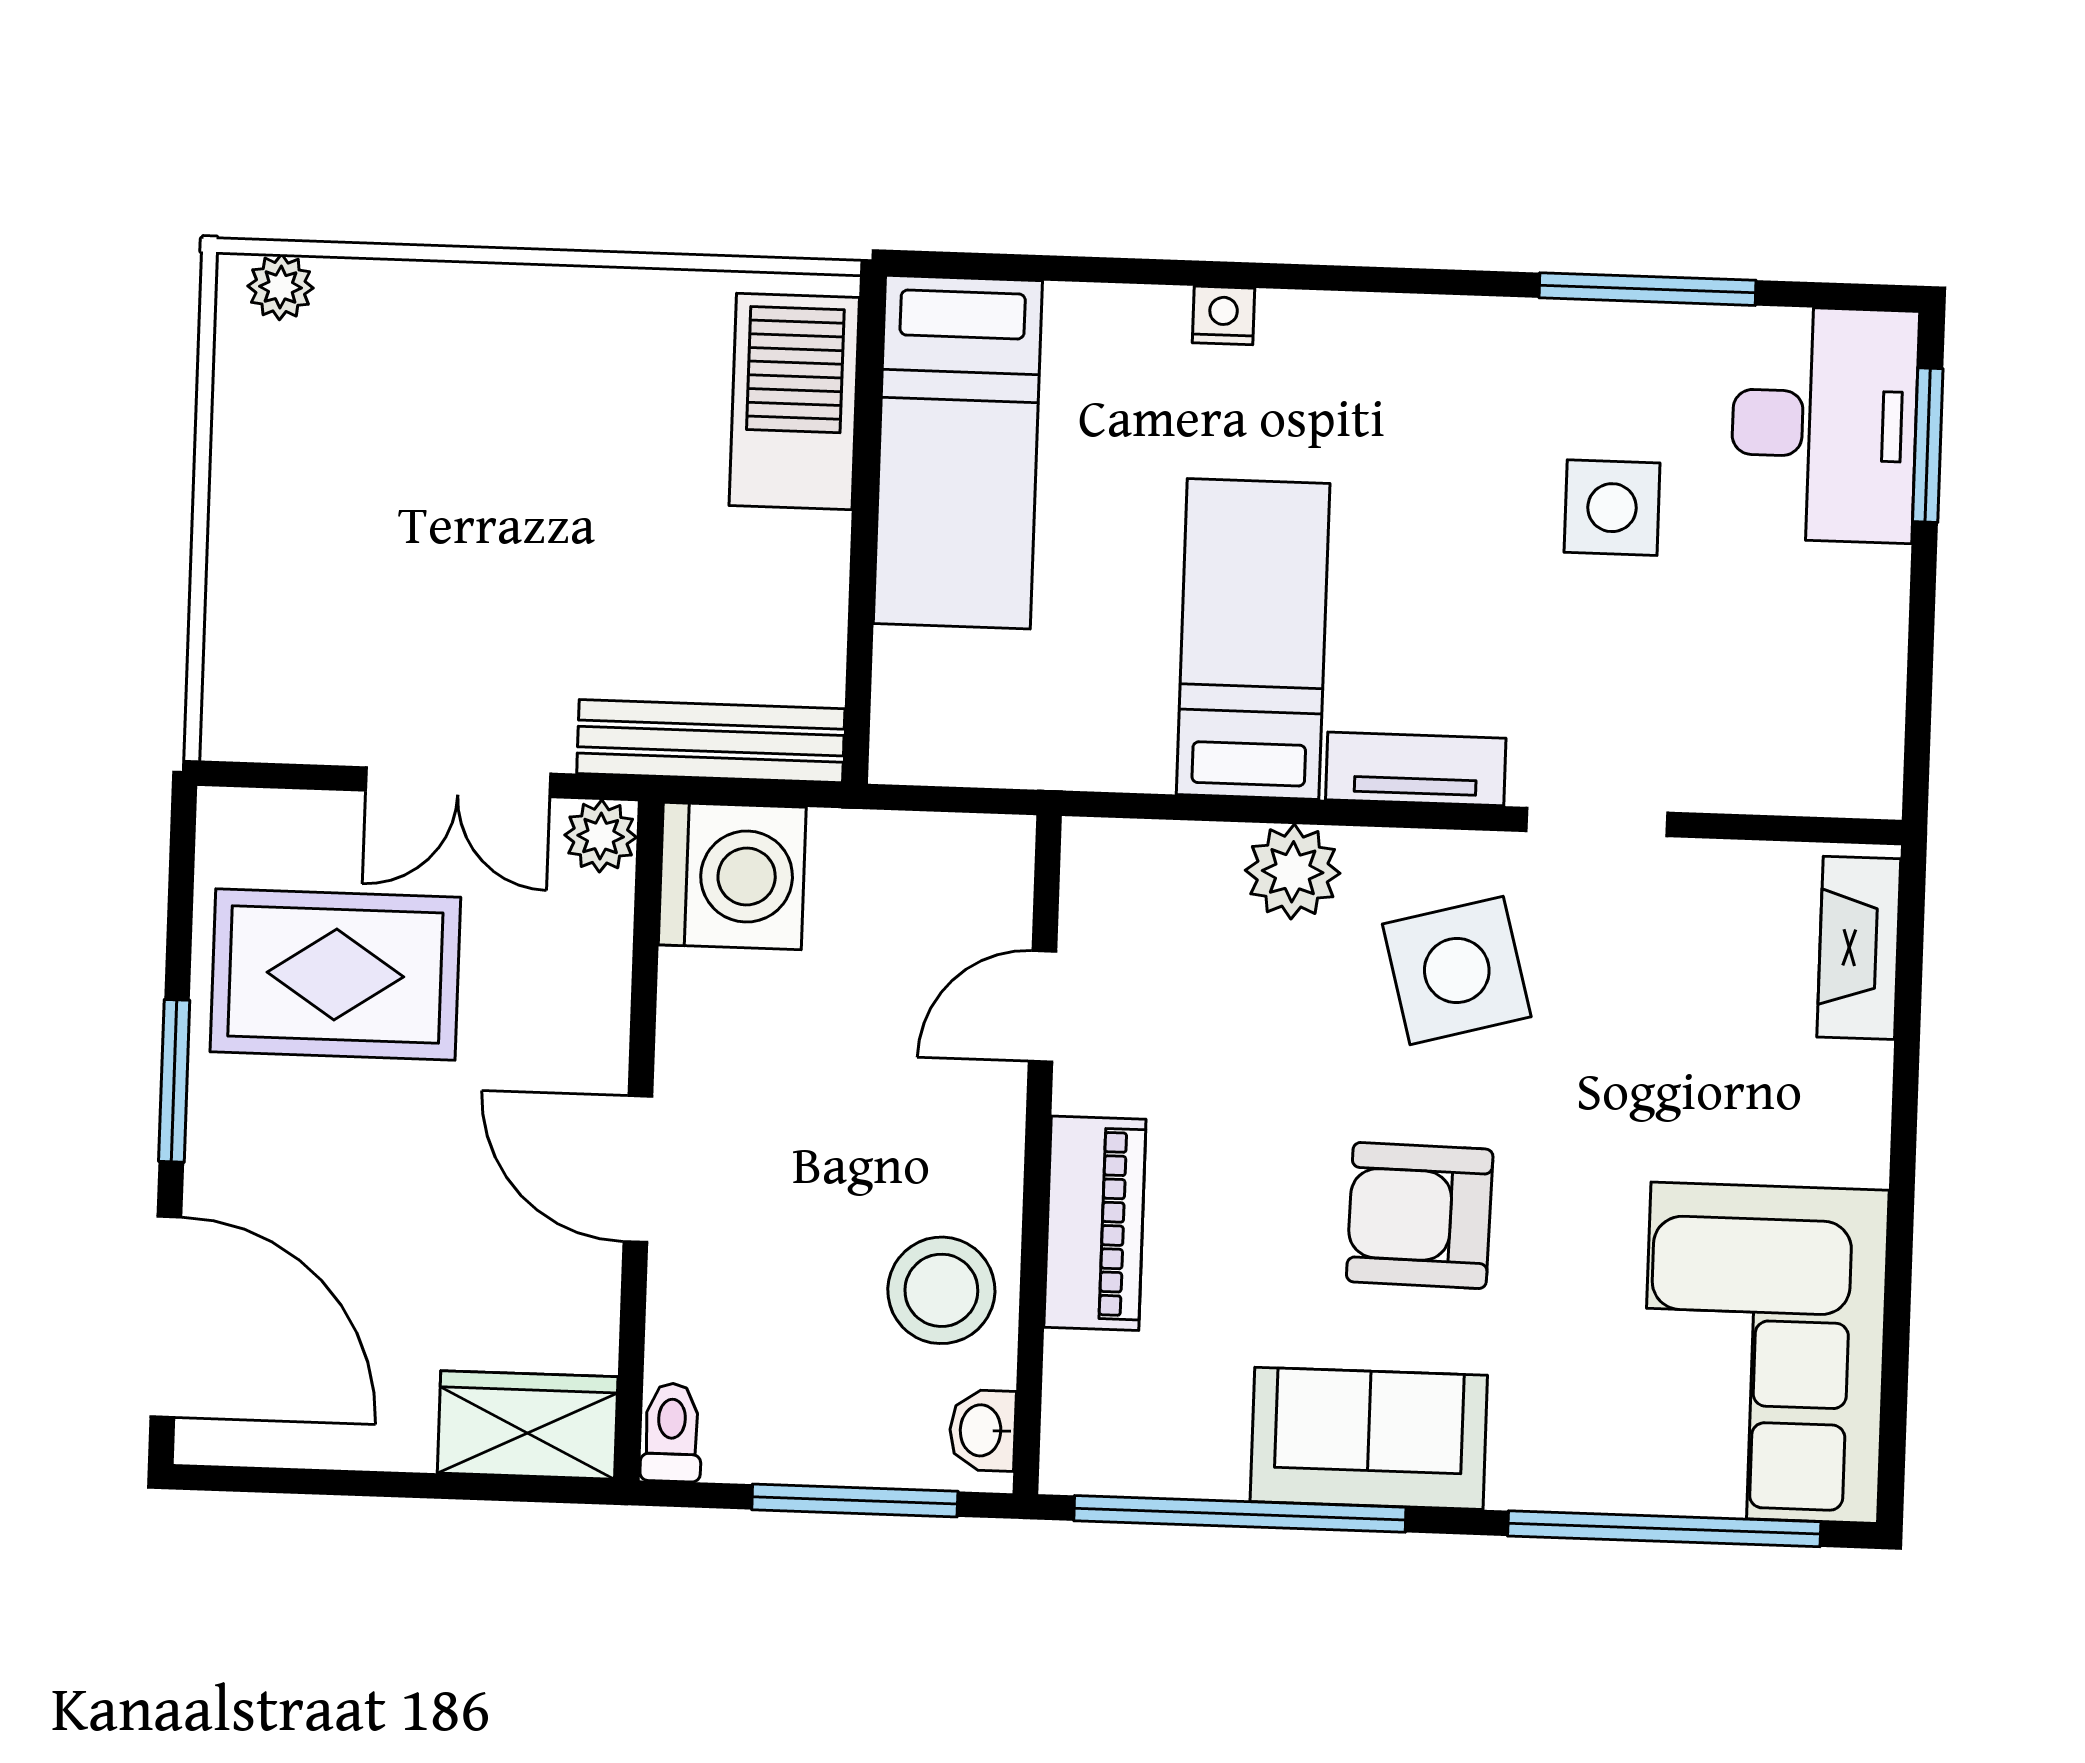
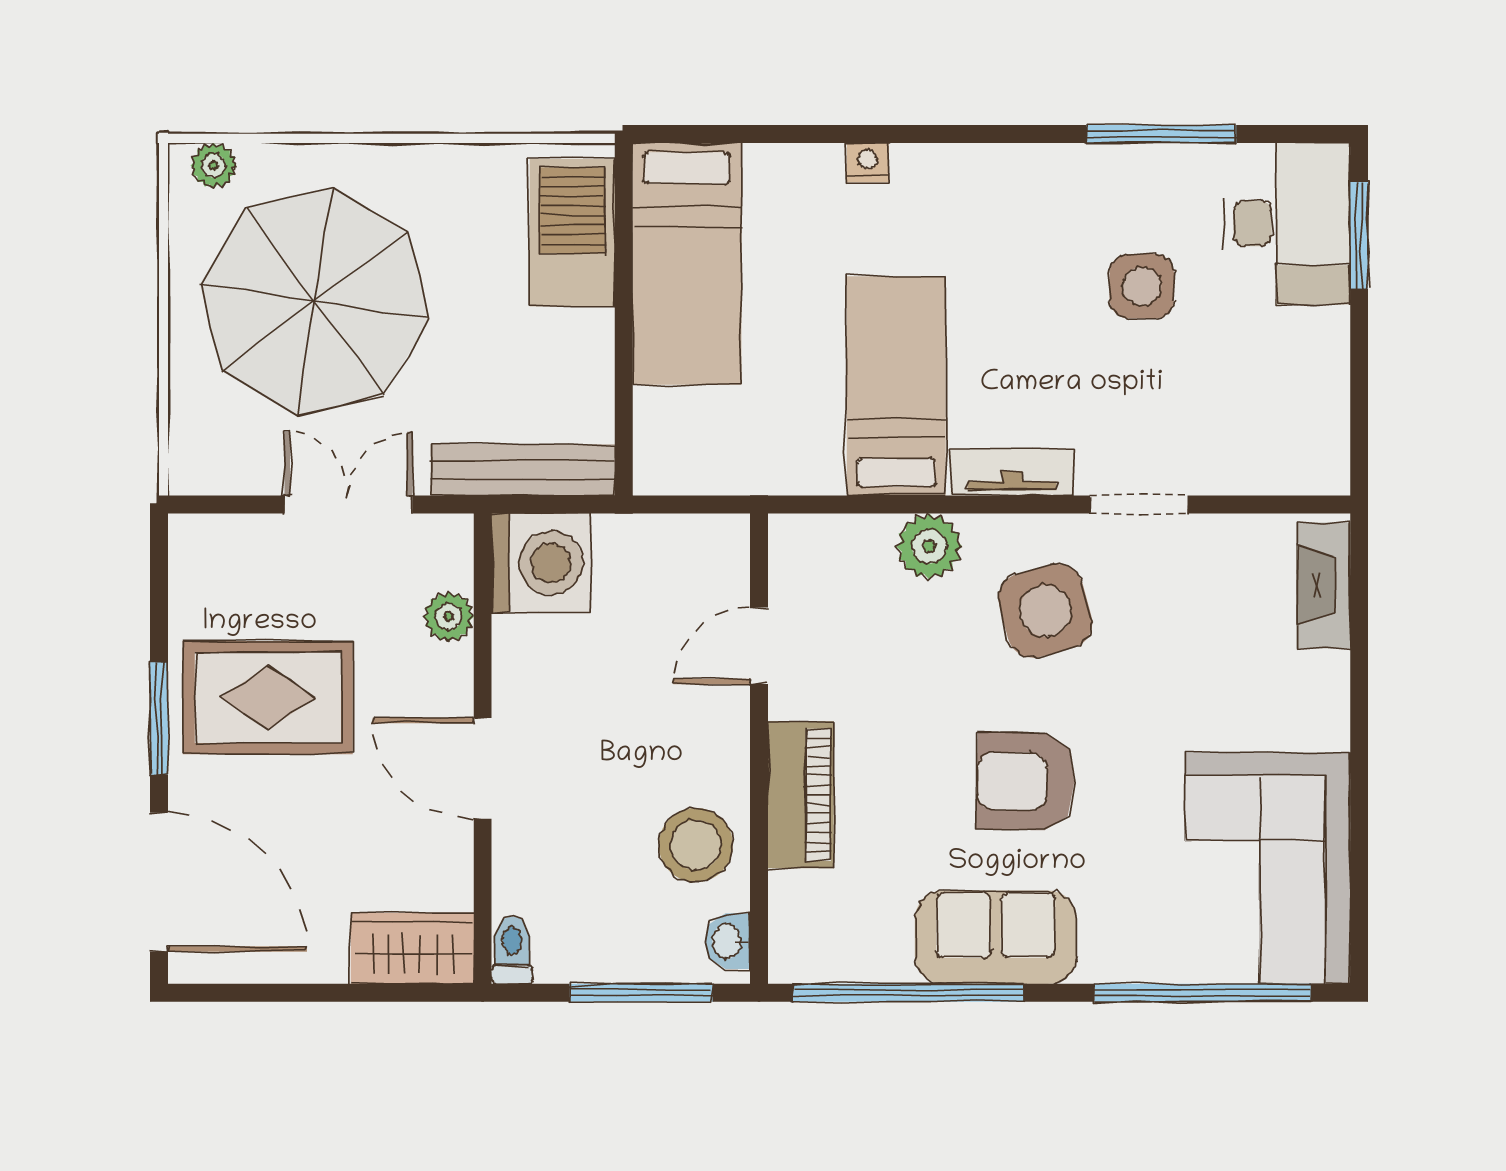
parasol: (419, 488) -> (315, 302), added
double door: (458, 782) -> (349, 505), swing flipped
plant: (601, 836) -> (449, 617), moved
rug: (335, 975) -> (268, 698), moved

